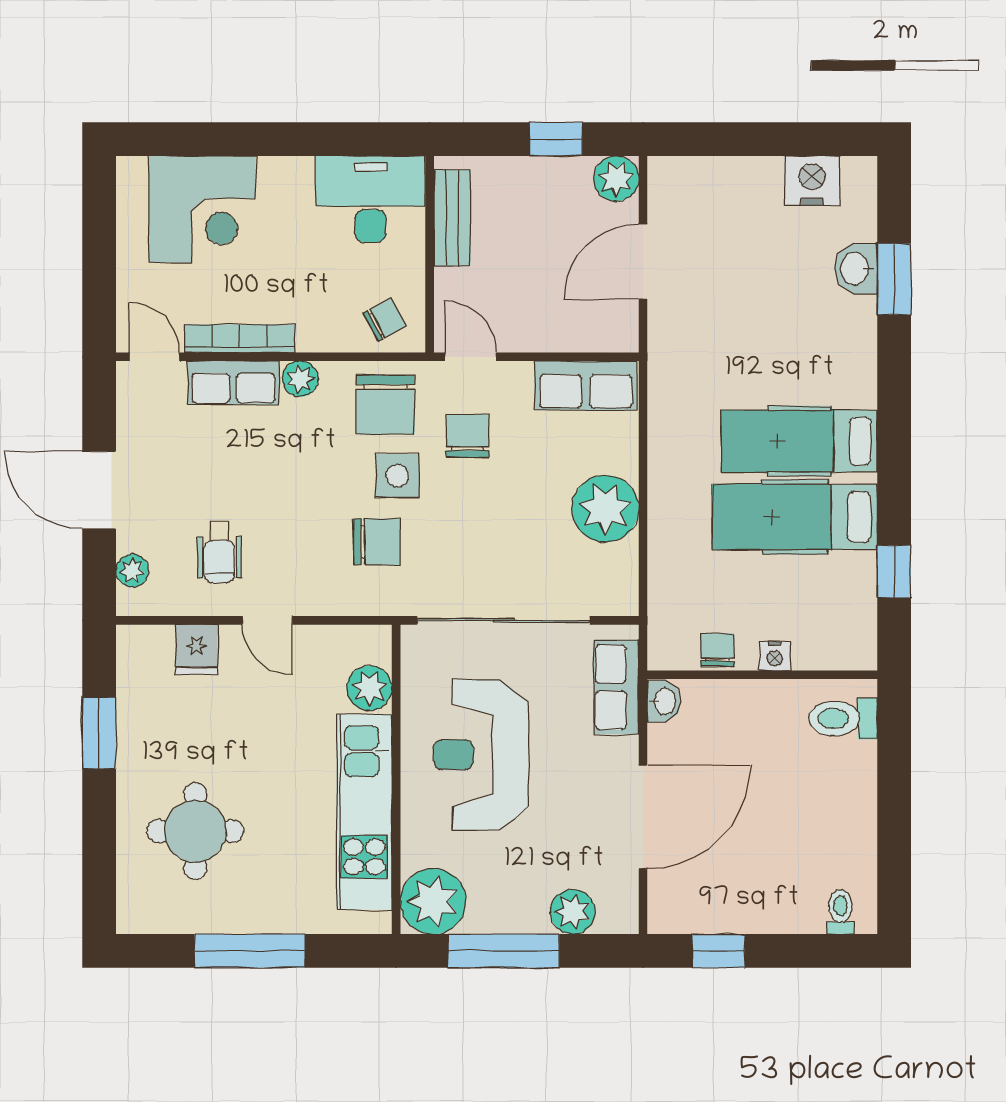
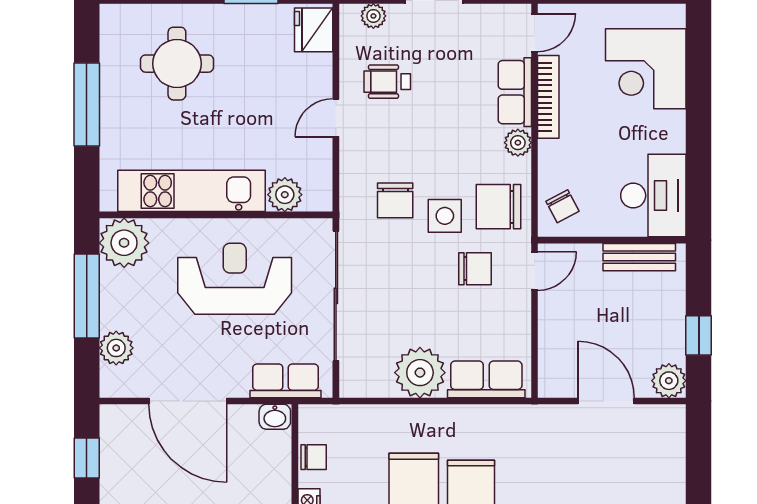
row of seats: (586, 385) -> (486, 379), moved, turned 90
fridge: (197, 650) -> (314, 30), moved, width x1.38

